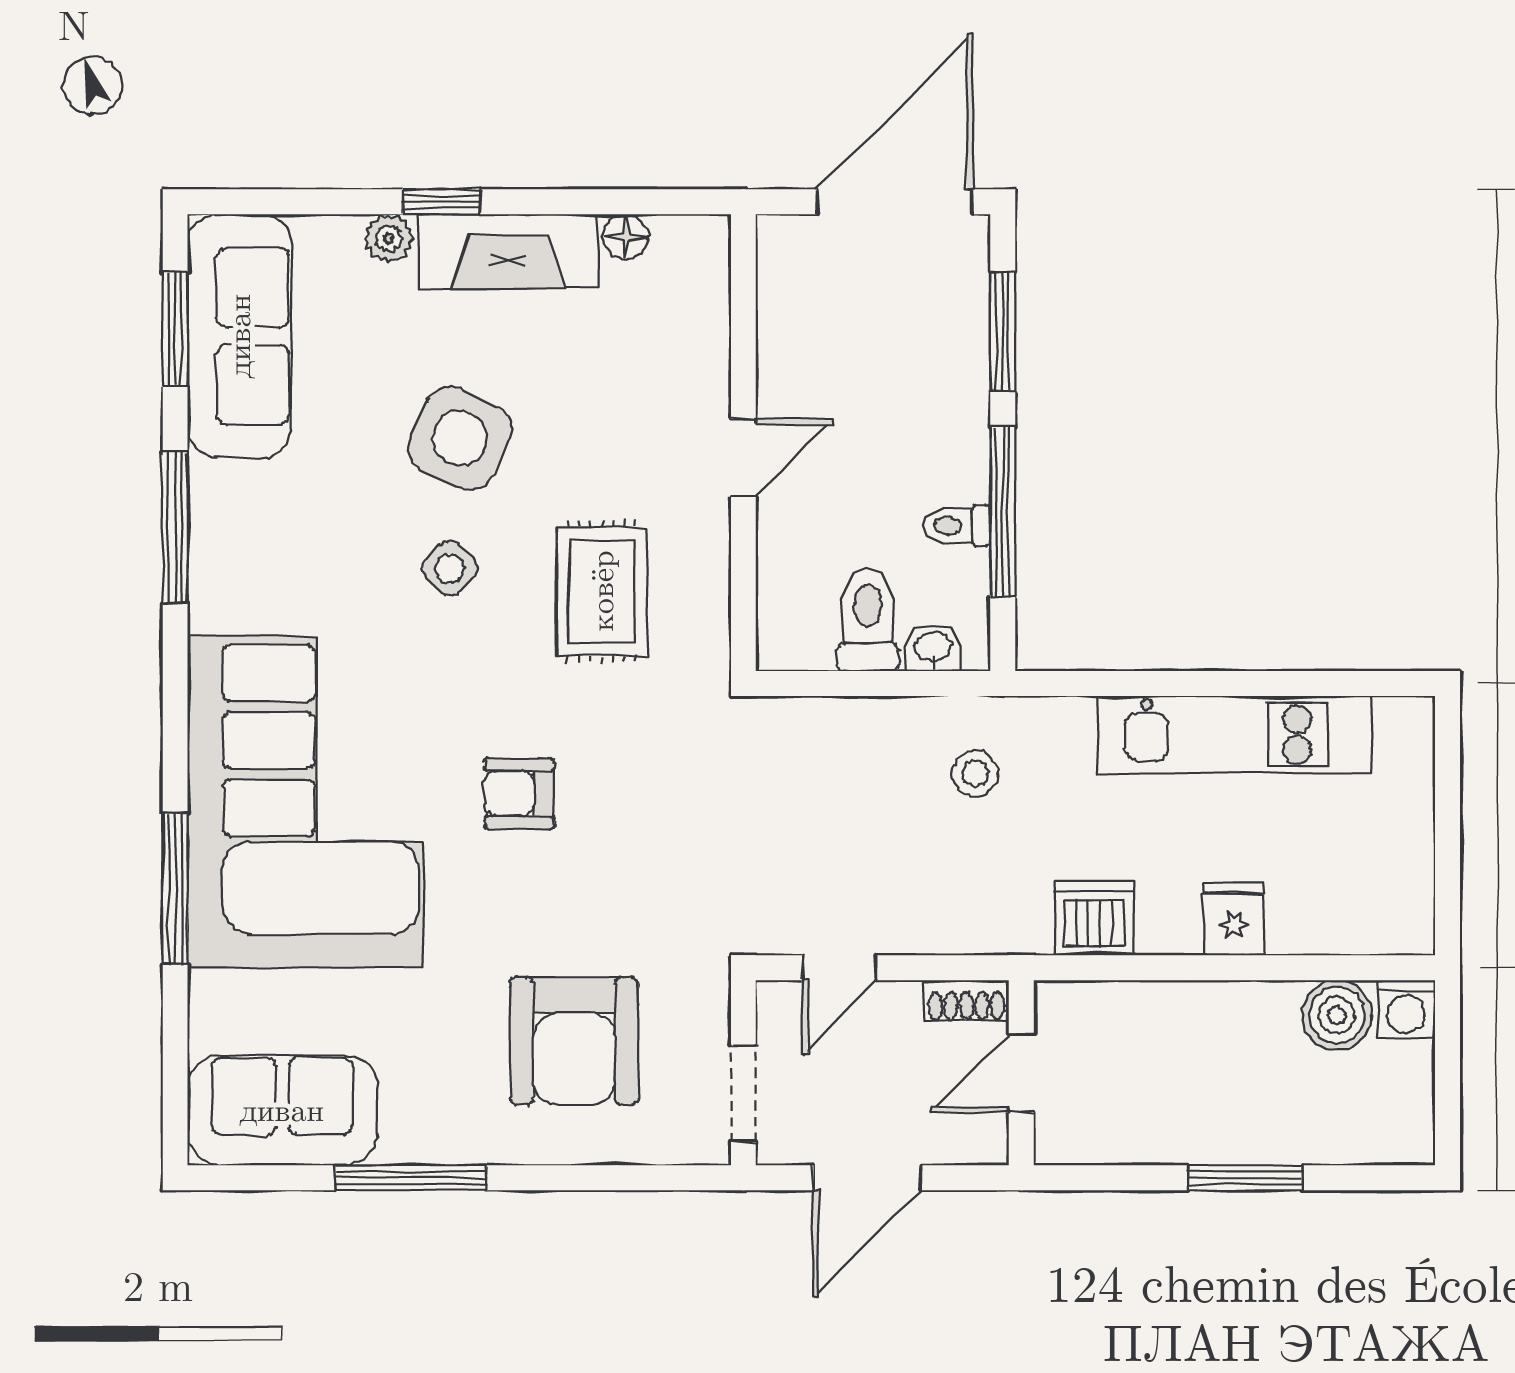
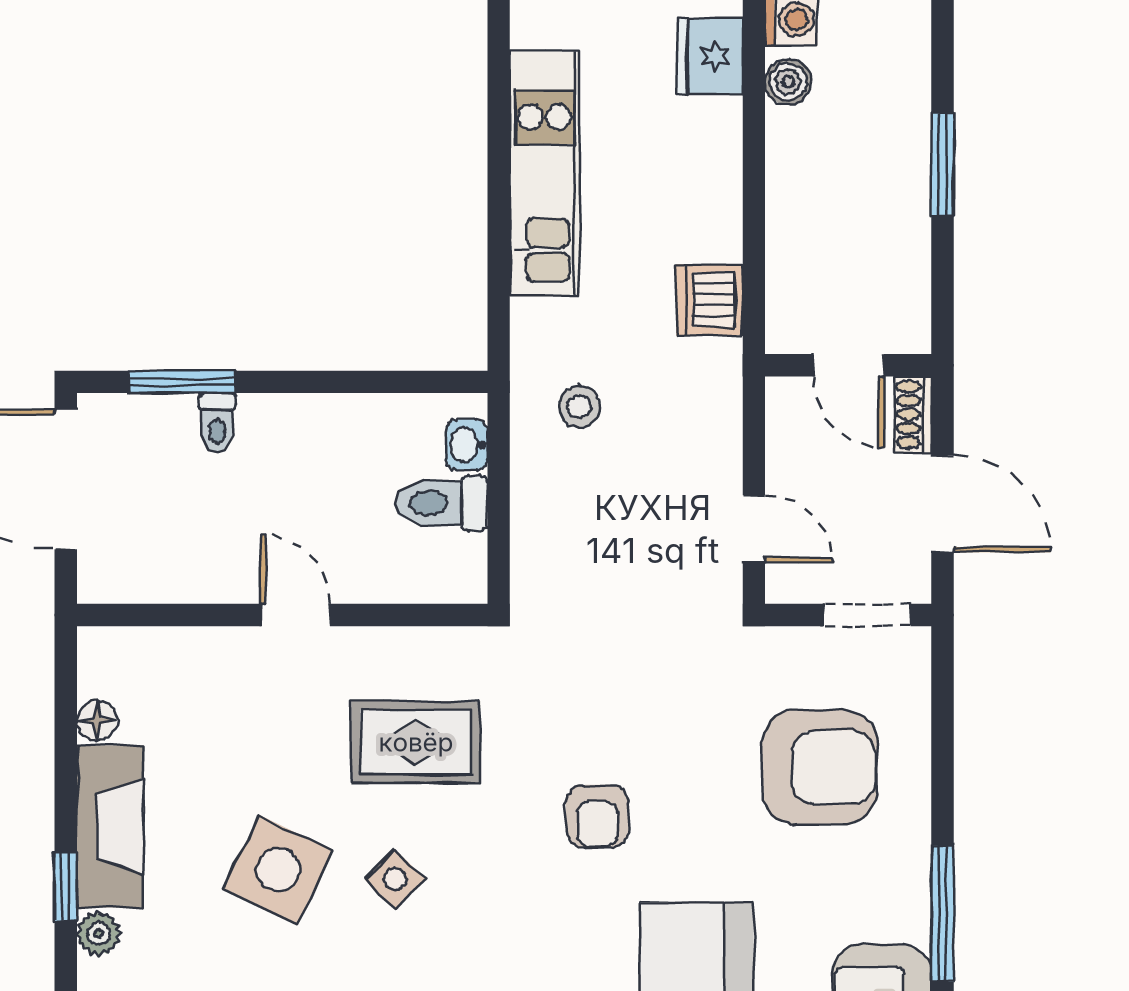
window: (1003, 512) -> (344, 382), removed
toilet: (957, 526) -> (217, 423), moved
fridge: (1234, 919) -> (710, 56), moved, width x1.38
shoe rack: (966, 1001) -> (913, 414), moved, turned 180
boiler: (1337, 1015) -> (788, 82), width x0.73, depth x0.73

